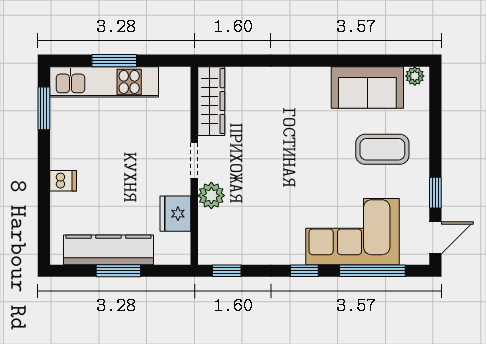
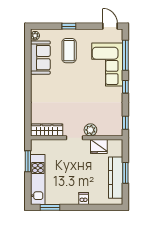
window: (114, 61) -> (28, 161), moved
window: (435, 193) -> (69, 26), moved

